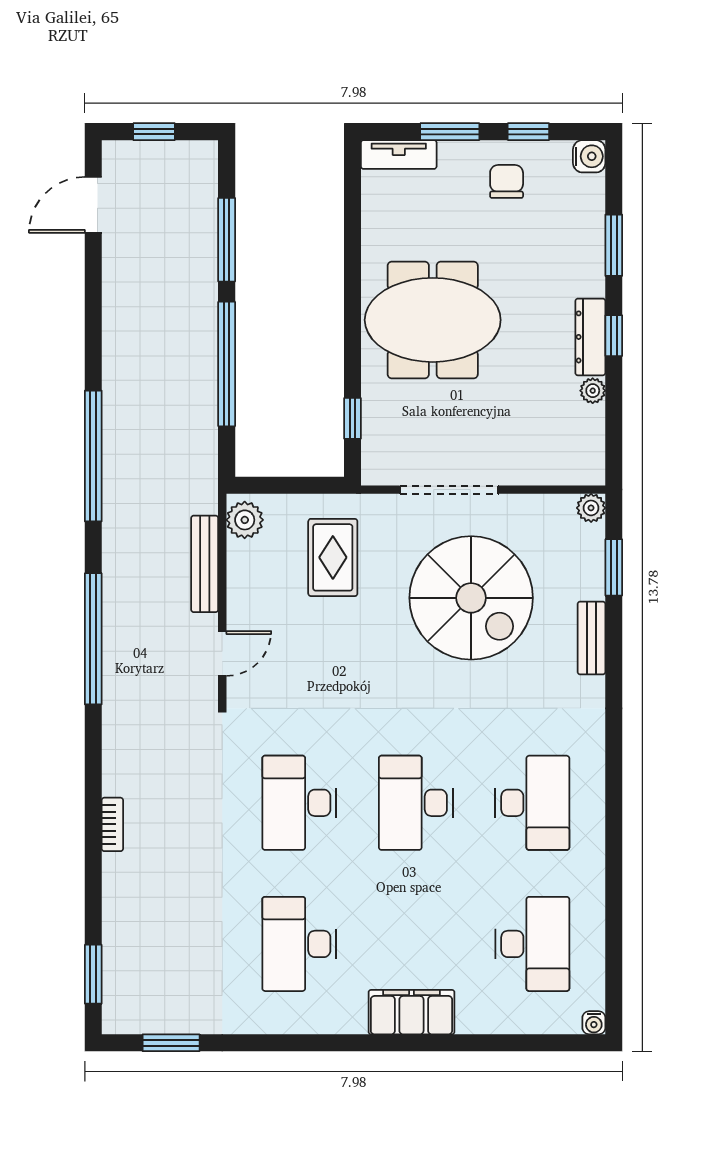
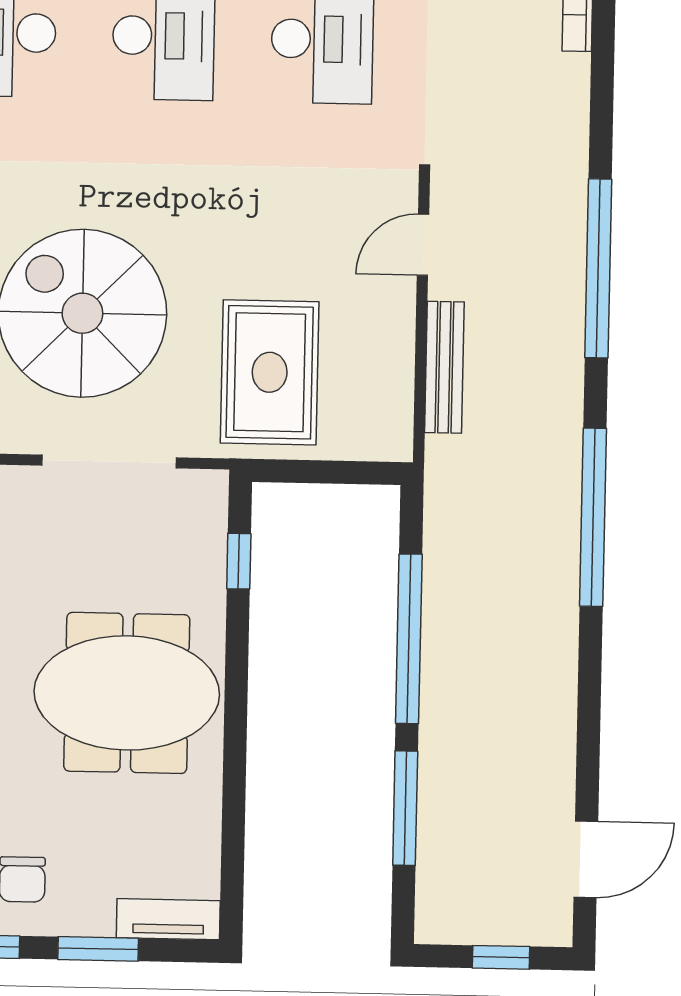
plant: (245, 520) -> (389, 426), removed
rug: (333, 557) -> (270, 372), width x1.36, depth x1.43

